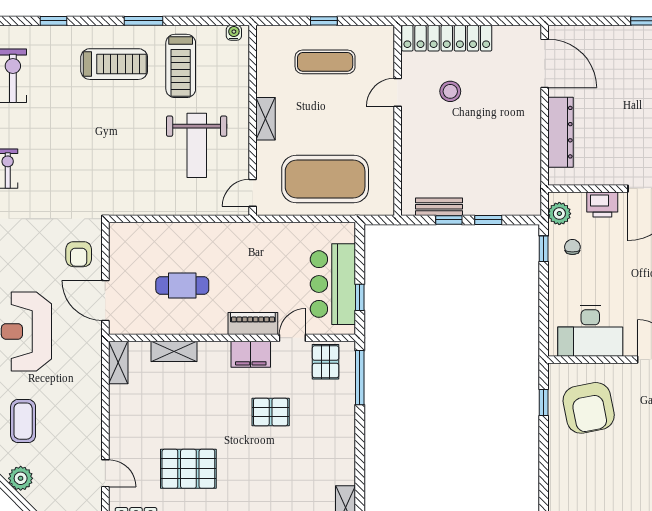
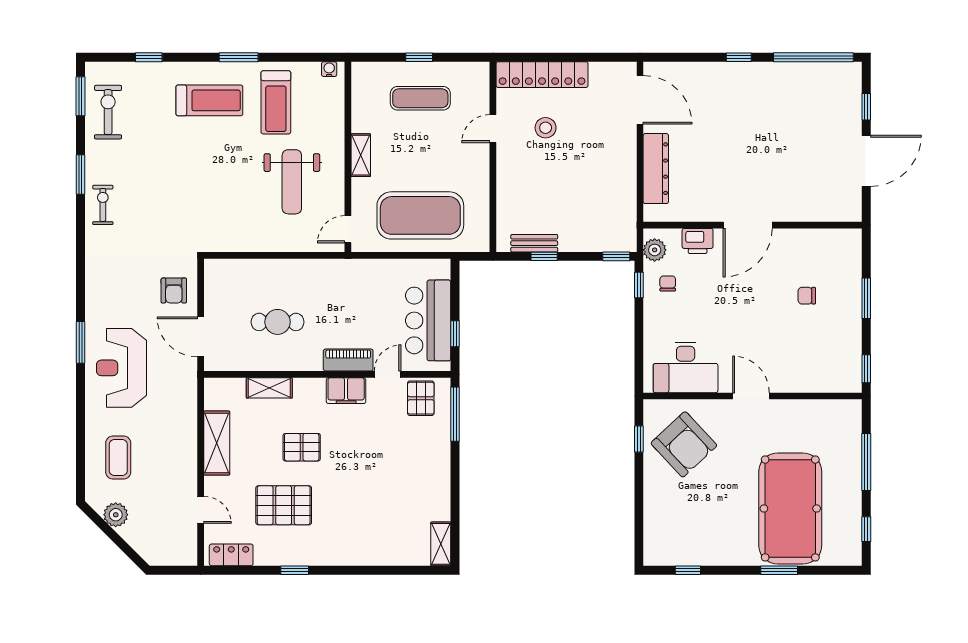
window: (488, 220) -> (616, 256), moved
shelving: (118, 363) -> (217, 443), moved, width x1.50, depth x1.33
armchair: (589, 408) -> (684, 444), turned -32
pallet: (271, 412) -> (302, 447), moved

